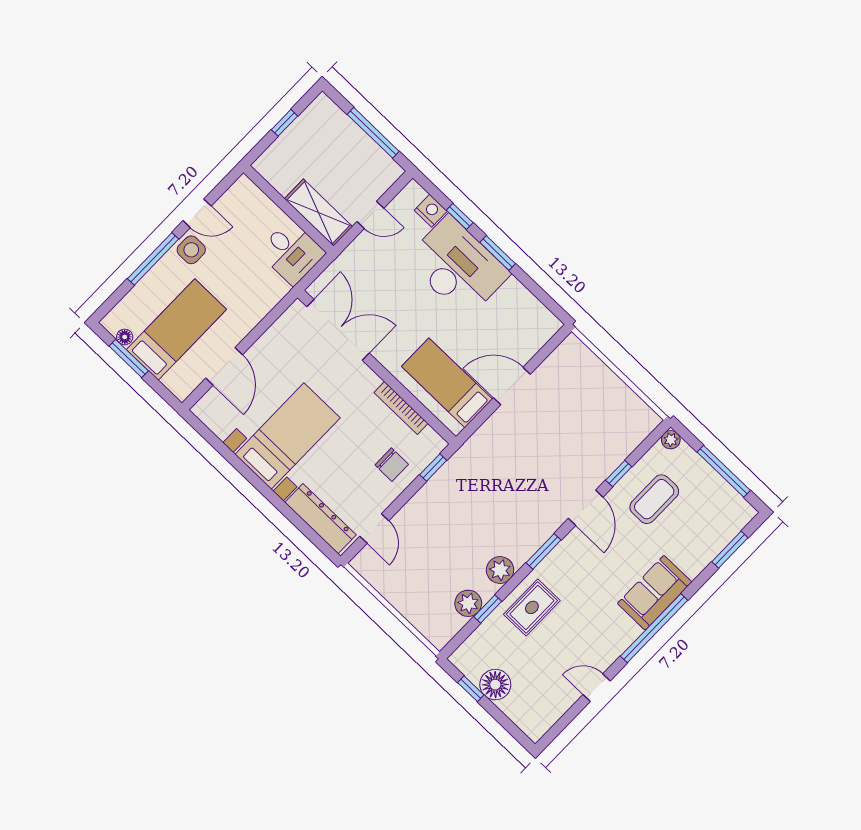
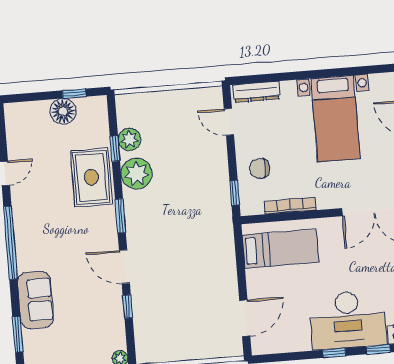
window: (498, 253) -> (334, 353), width x0.67
door: (512, 386) -> (245, 318), moved
coffee table: (654, 499) -> (92, 315), removed
dresser: (320, 519) -> (257, 92), width x0.73, depth x0.80
plant: (500, 570) -> (137, 174), width x1.36, depth x1.36
sofa: (655, 593) -> (35, 300), moved
rug: (532, 607) -> (91, 177), width x1.36, depth x1.43

